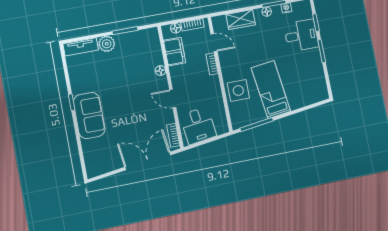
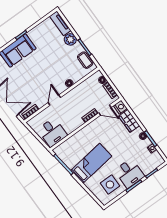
nightstand: (219, 22) -> (120, 107), added
desk: (301, 35) -> (129, 173), moved
coffee table: (141, 38) -> (85, 60), added
door: (214, 43) -> (105, 110), hinge flipped
filing cabinet: (175, 52) -> (86, 87), removed
side table: (238, 91) -> (110, 185), moved
desk: (198, 126) -> (52, 132), moved, turned -83

